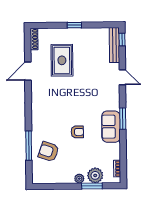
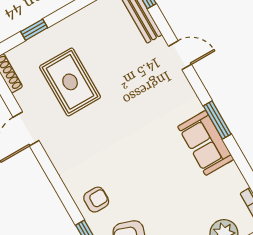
window: (74, 25) -> (34, 30), moved
armchair: (77, 132) -> (96, 200), moved

